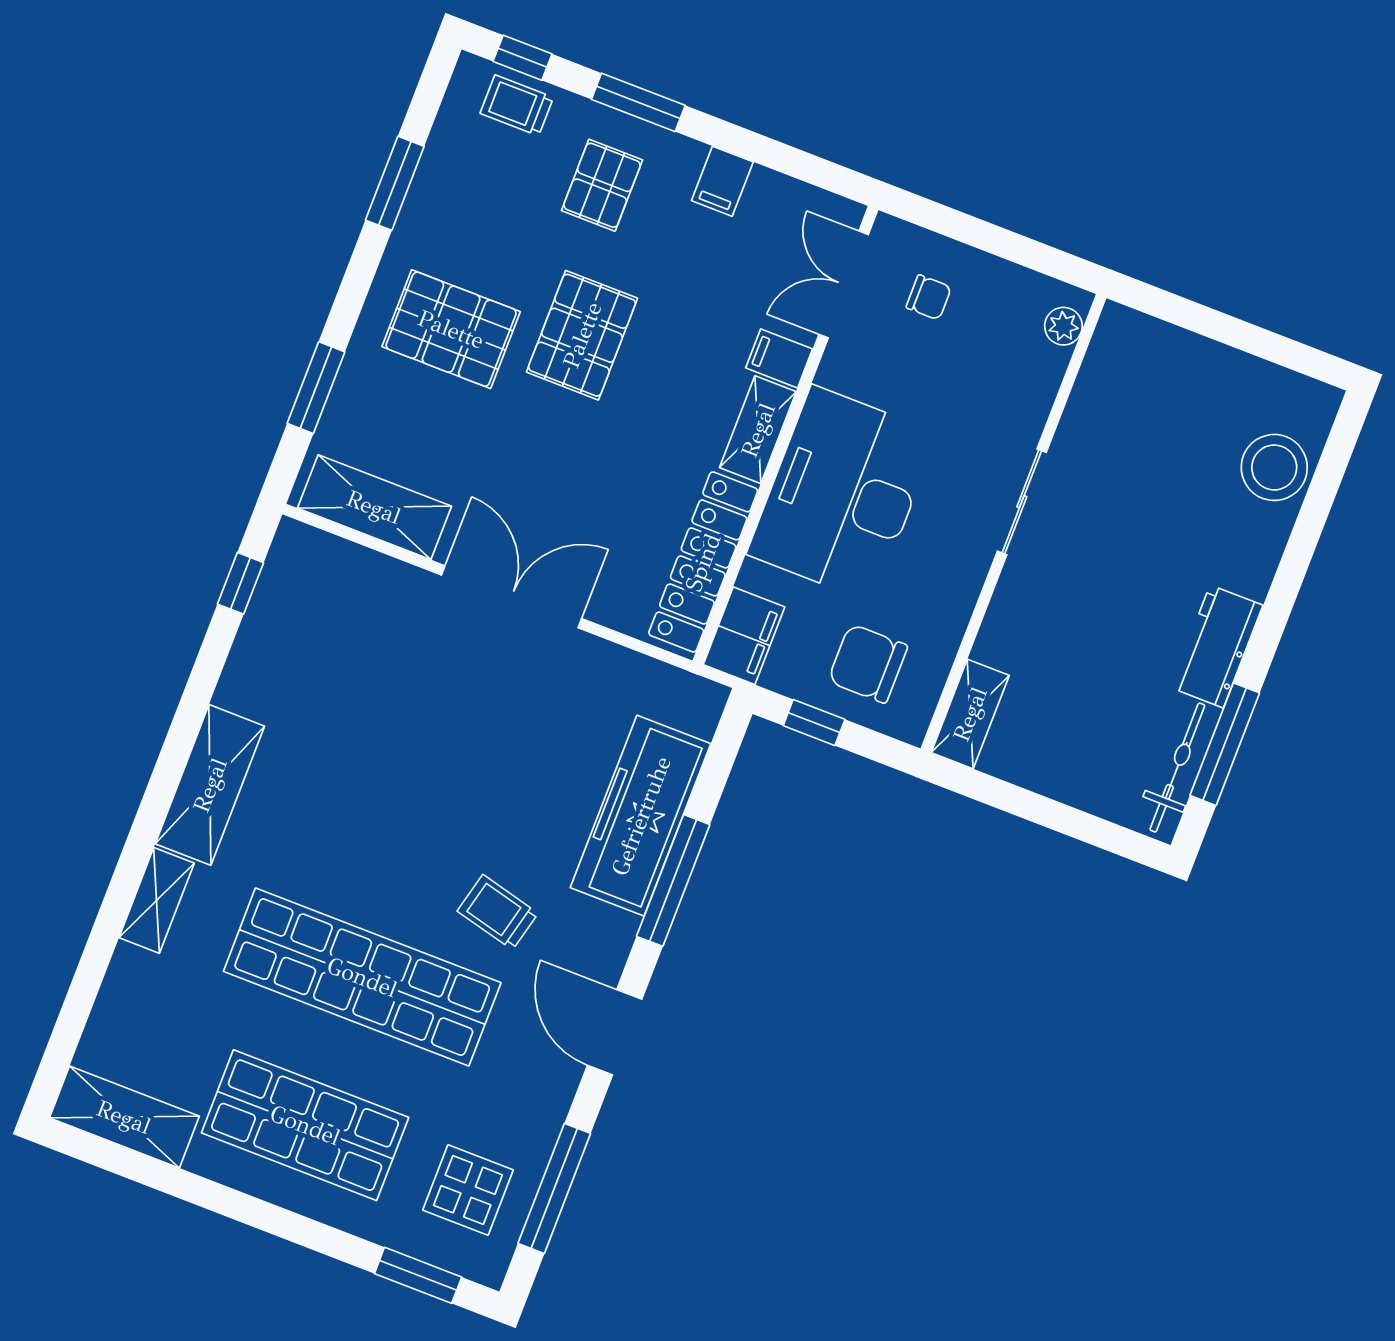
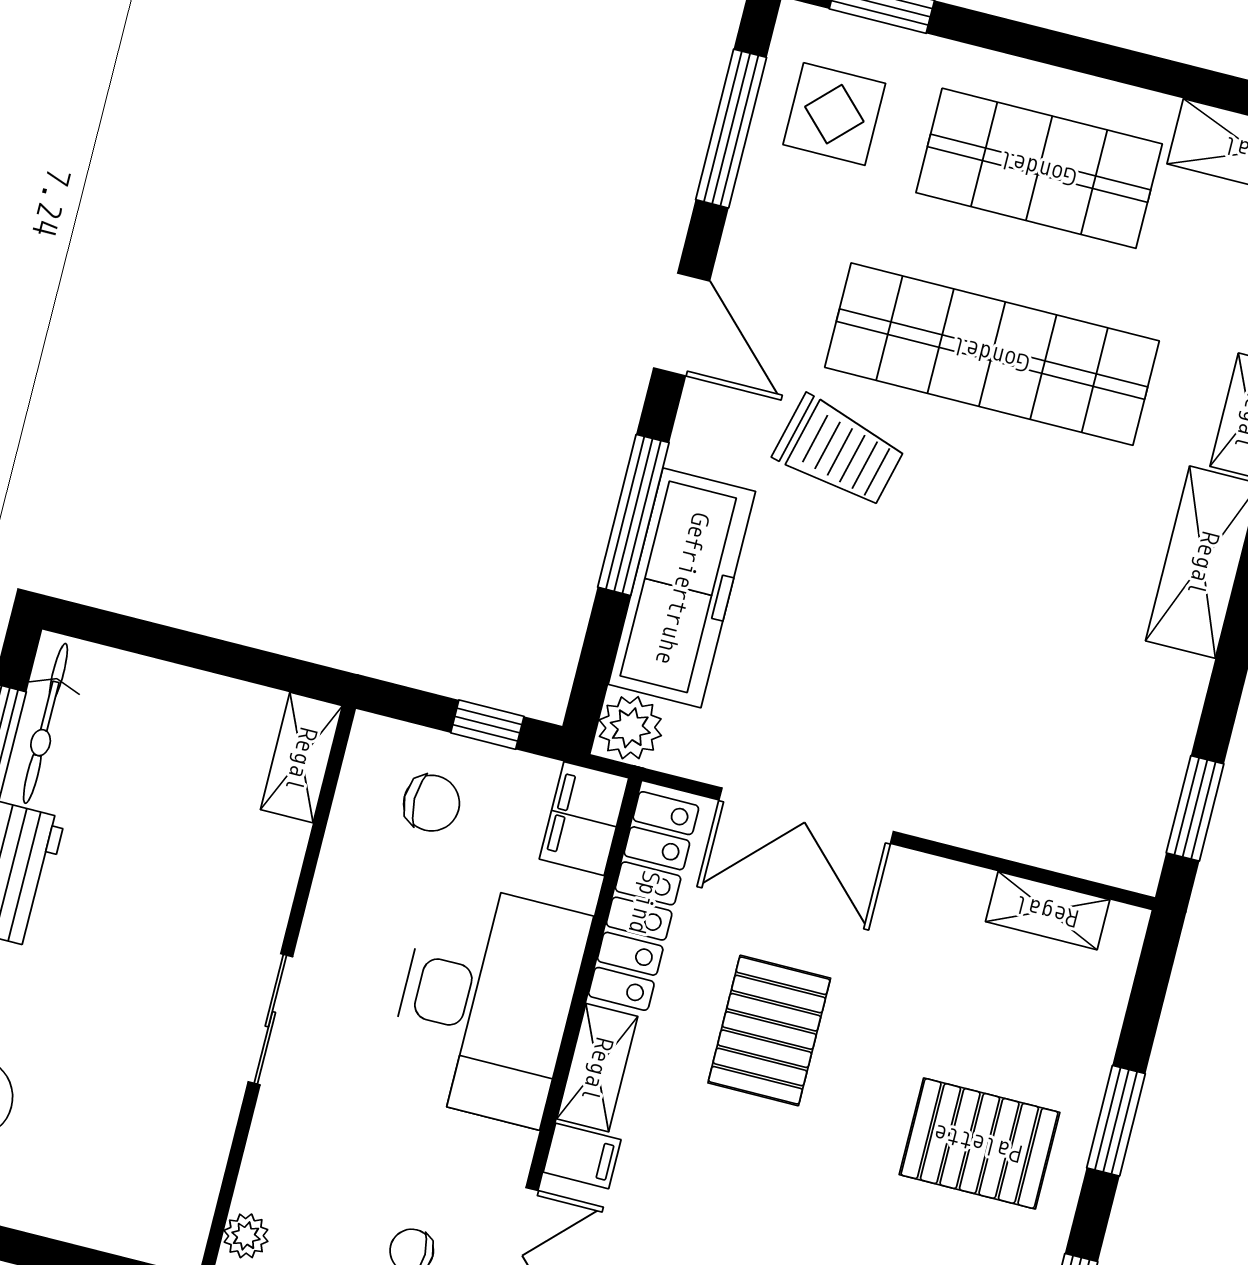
pallet: (582, 335) -> (769, 1030), moved
window: (316, 388) -> (1116, 1121), moved
shelving: (374, 507) -> (1048, 911), width x0.67, depth x0.75
window: (240, 583) -> (1195, 808), width x1.50
double door: (512, 597) -> (806, 816), moved
chair: (868, 664) -> (432, 803), width x0.73, depth x0.73
plant: (697, 706) -> (630, 728), added
trolley: (498, 912) -> (839, 451), width x1.36, depth x1.39

